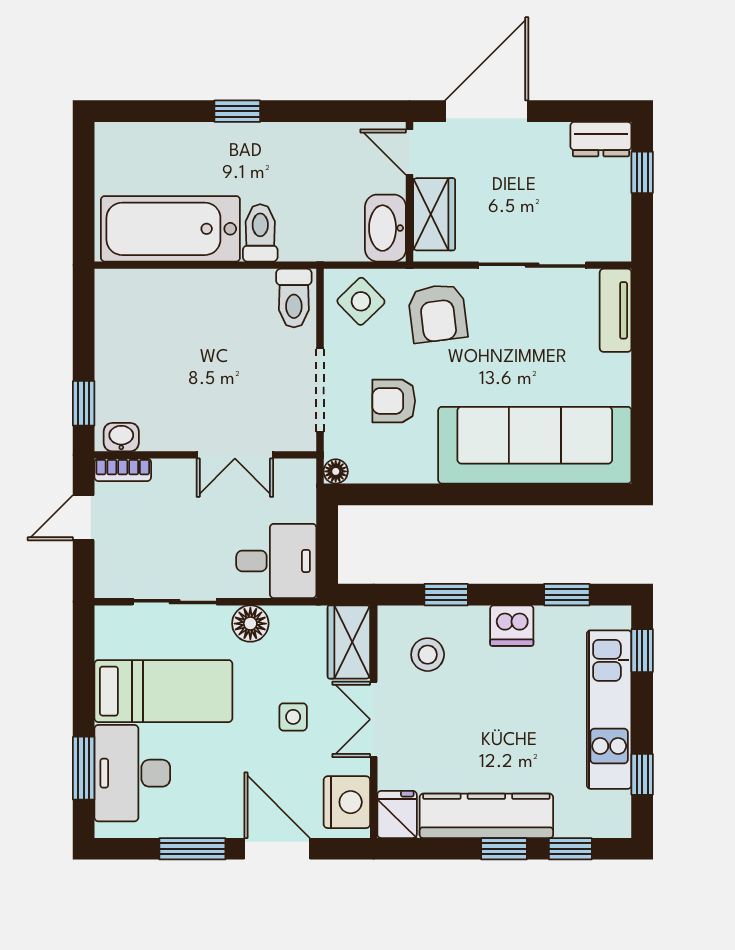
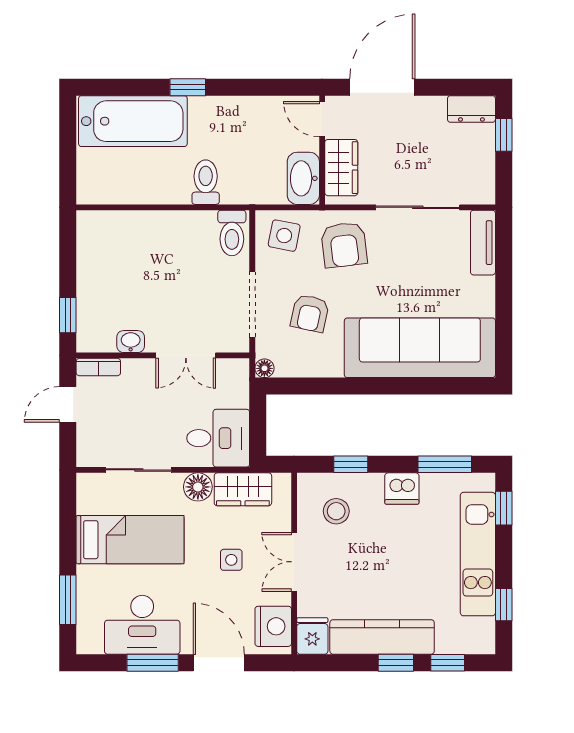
bathtub: (170, 229) -> (133, 121), moved, turned 180
side table: (361, 301) -> (284, 236), turned -35
armchair: (394, 401) -> (310, 313), turned -78
washbasin: (121, 437) -> (131, 342), moved
window: (567, 595) -> (445, 464), width x1.50
wardrobe: (349, 642) -> (243, 489), moved, turned -90
desk: (132, 773) -> (142, 625), moved, turned -90

